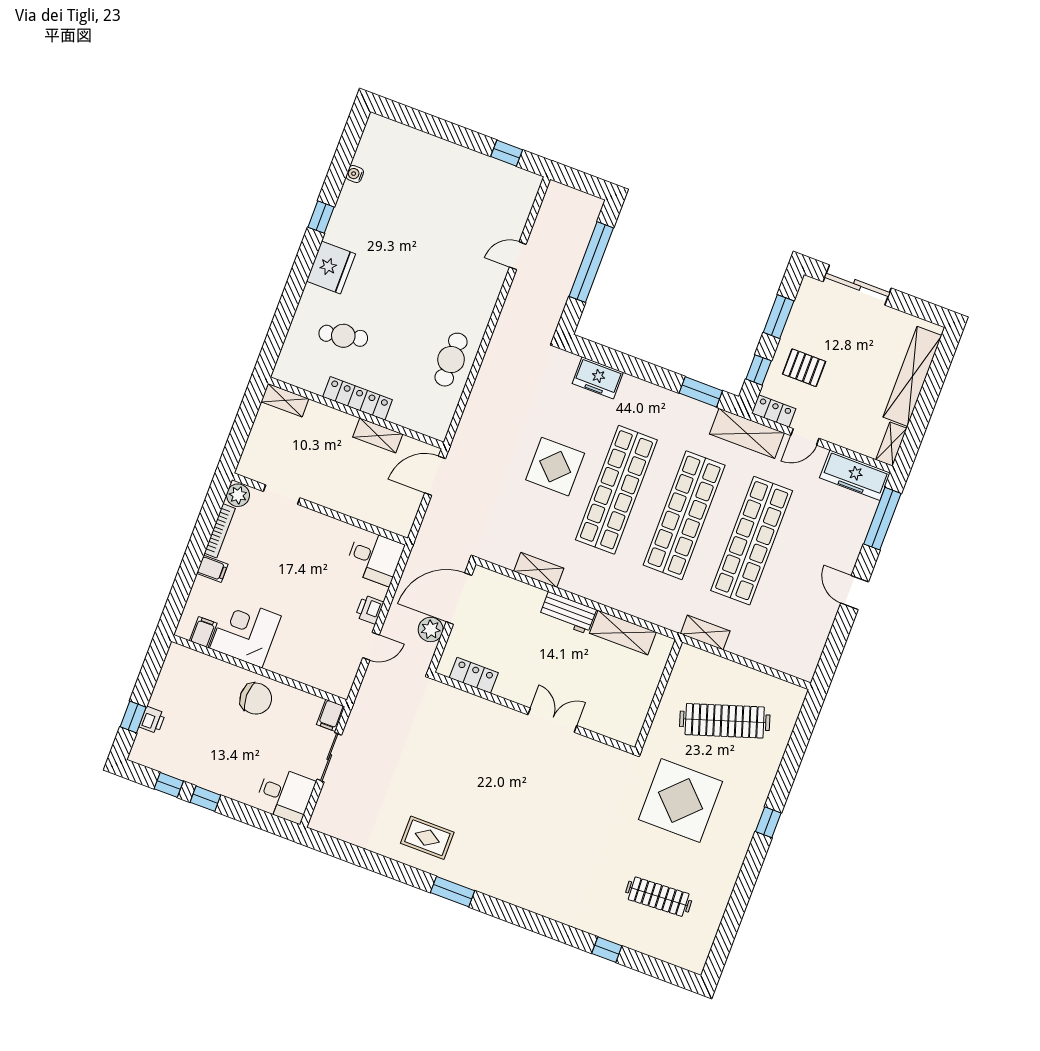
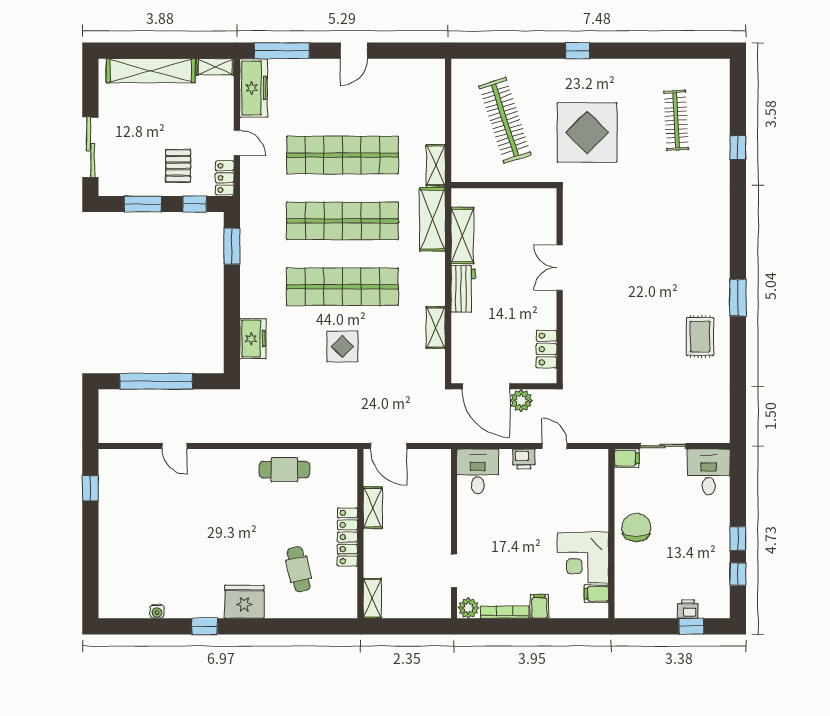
shelving: (747, 433) -> (432, 219), moved
display table: (555, 467) -> (342, 347), width x0.73, depth x0.73

